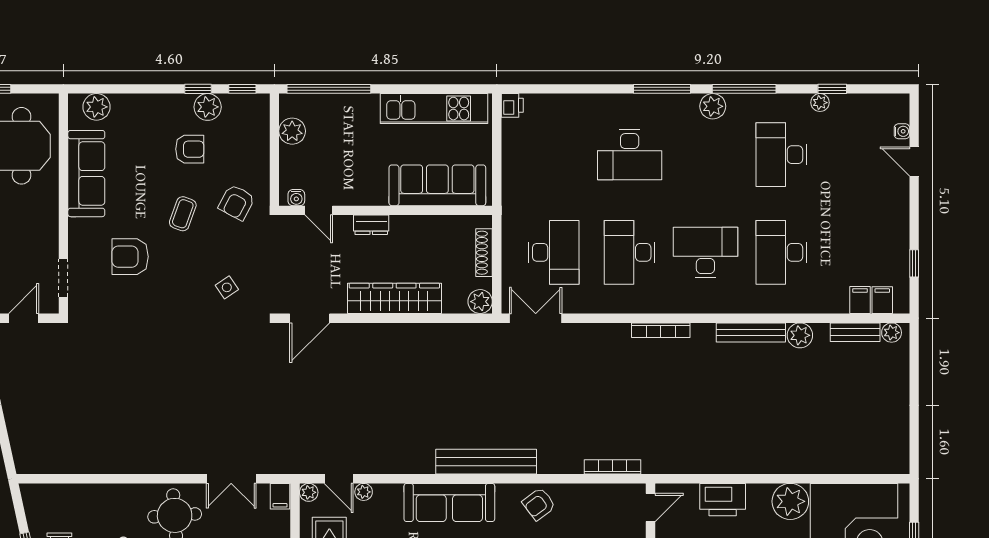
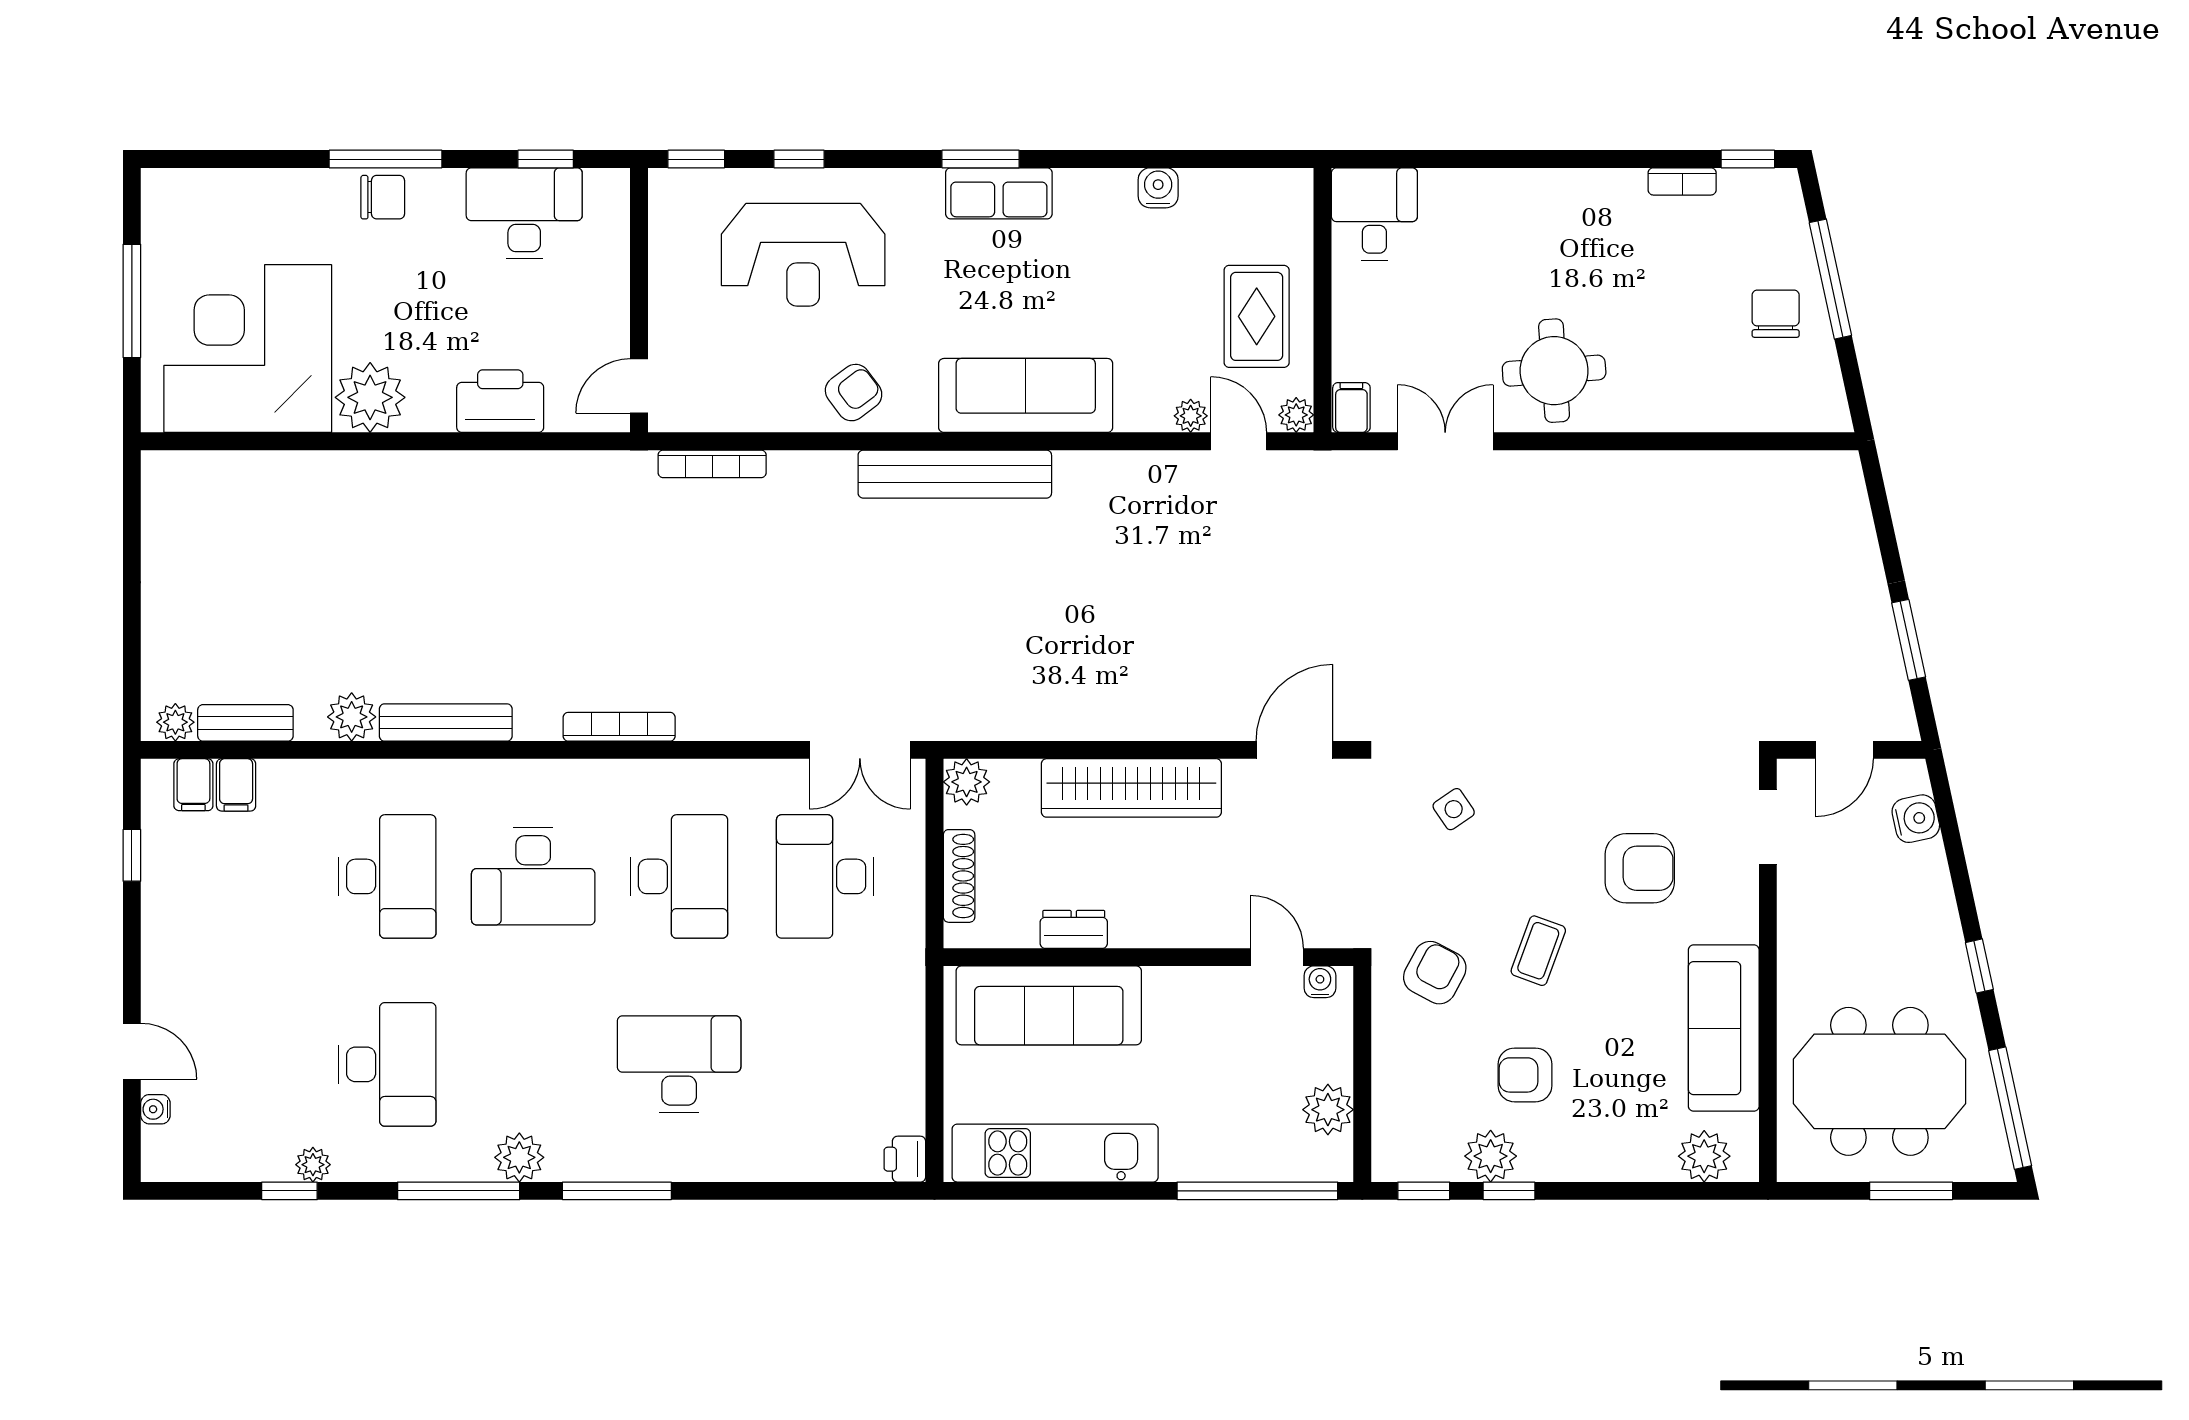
dresser: (371, 225) -> (1074, 929), moved

